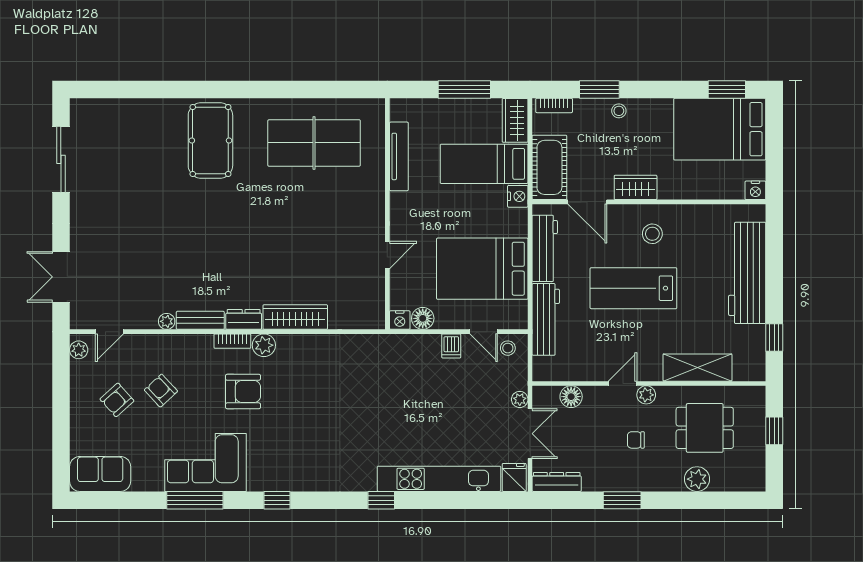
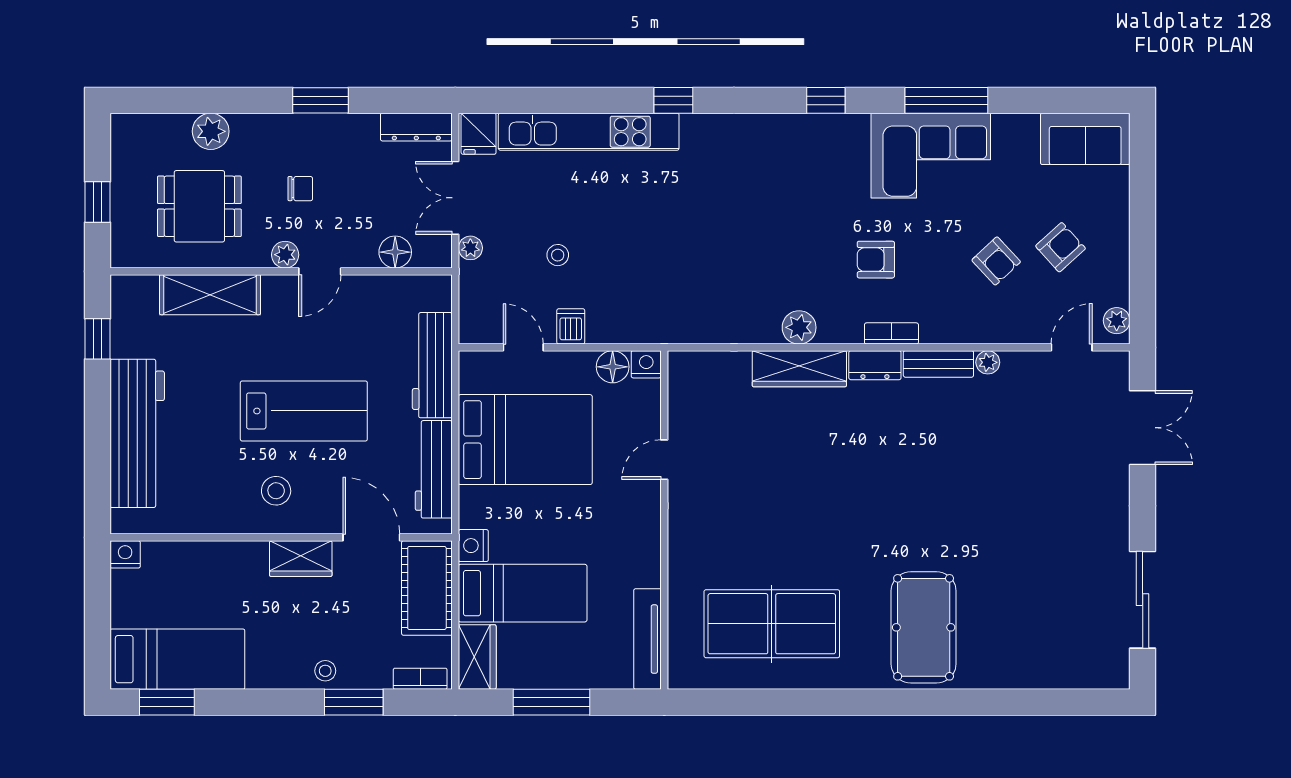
bed: (720, 129) -> (177, 659), width x0.67
tv unit: (399, 156) -> (648, 639), moved
plant: (264, 345) -> (799, 327), moved
stool: (508, 348) -> (558, 255), moved
armchair: (243, 392) -> (876, 260), width x0.72, depth x0.72

